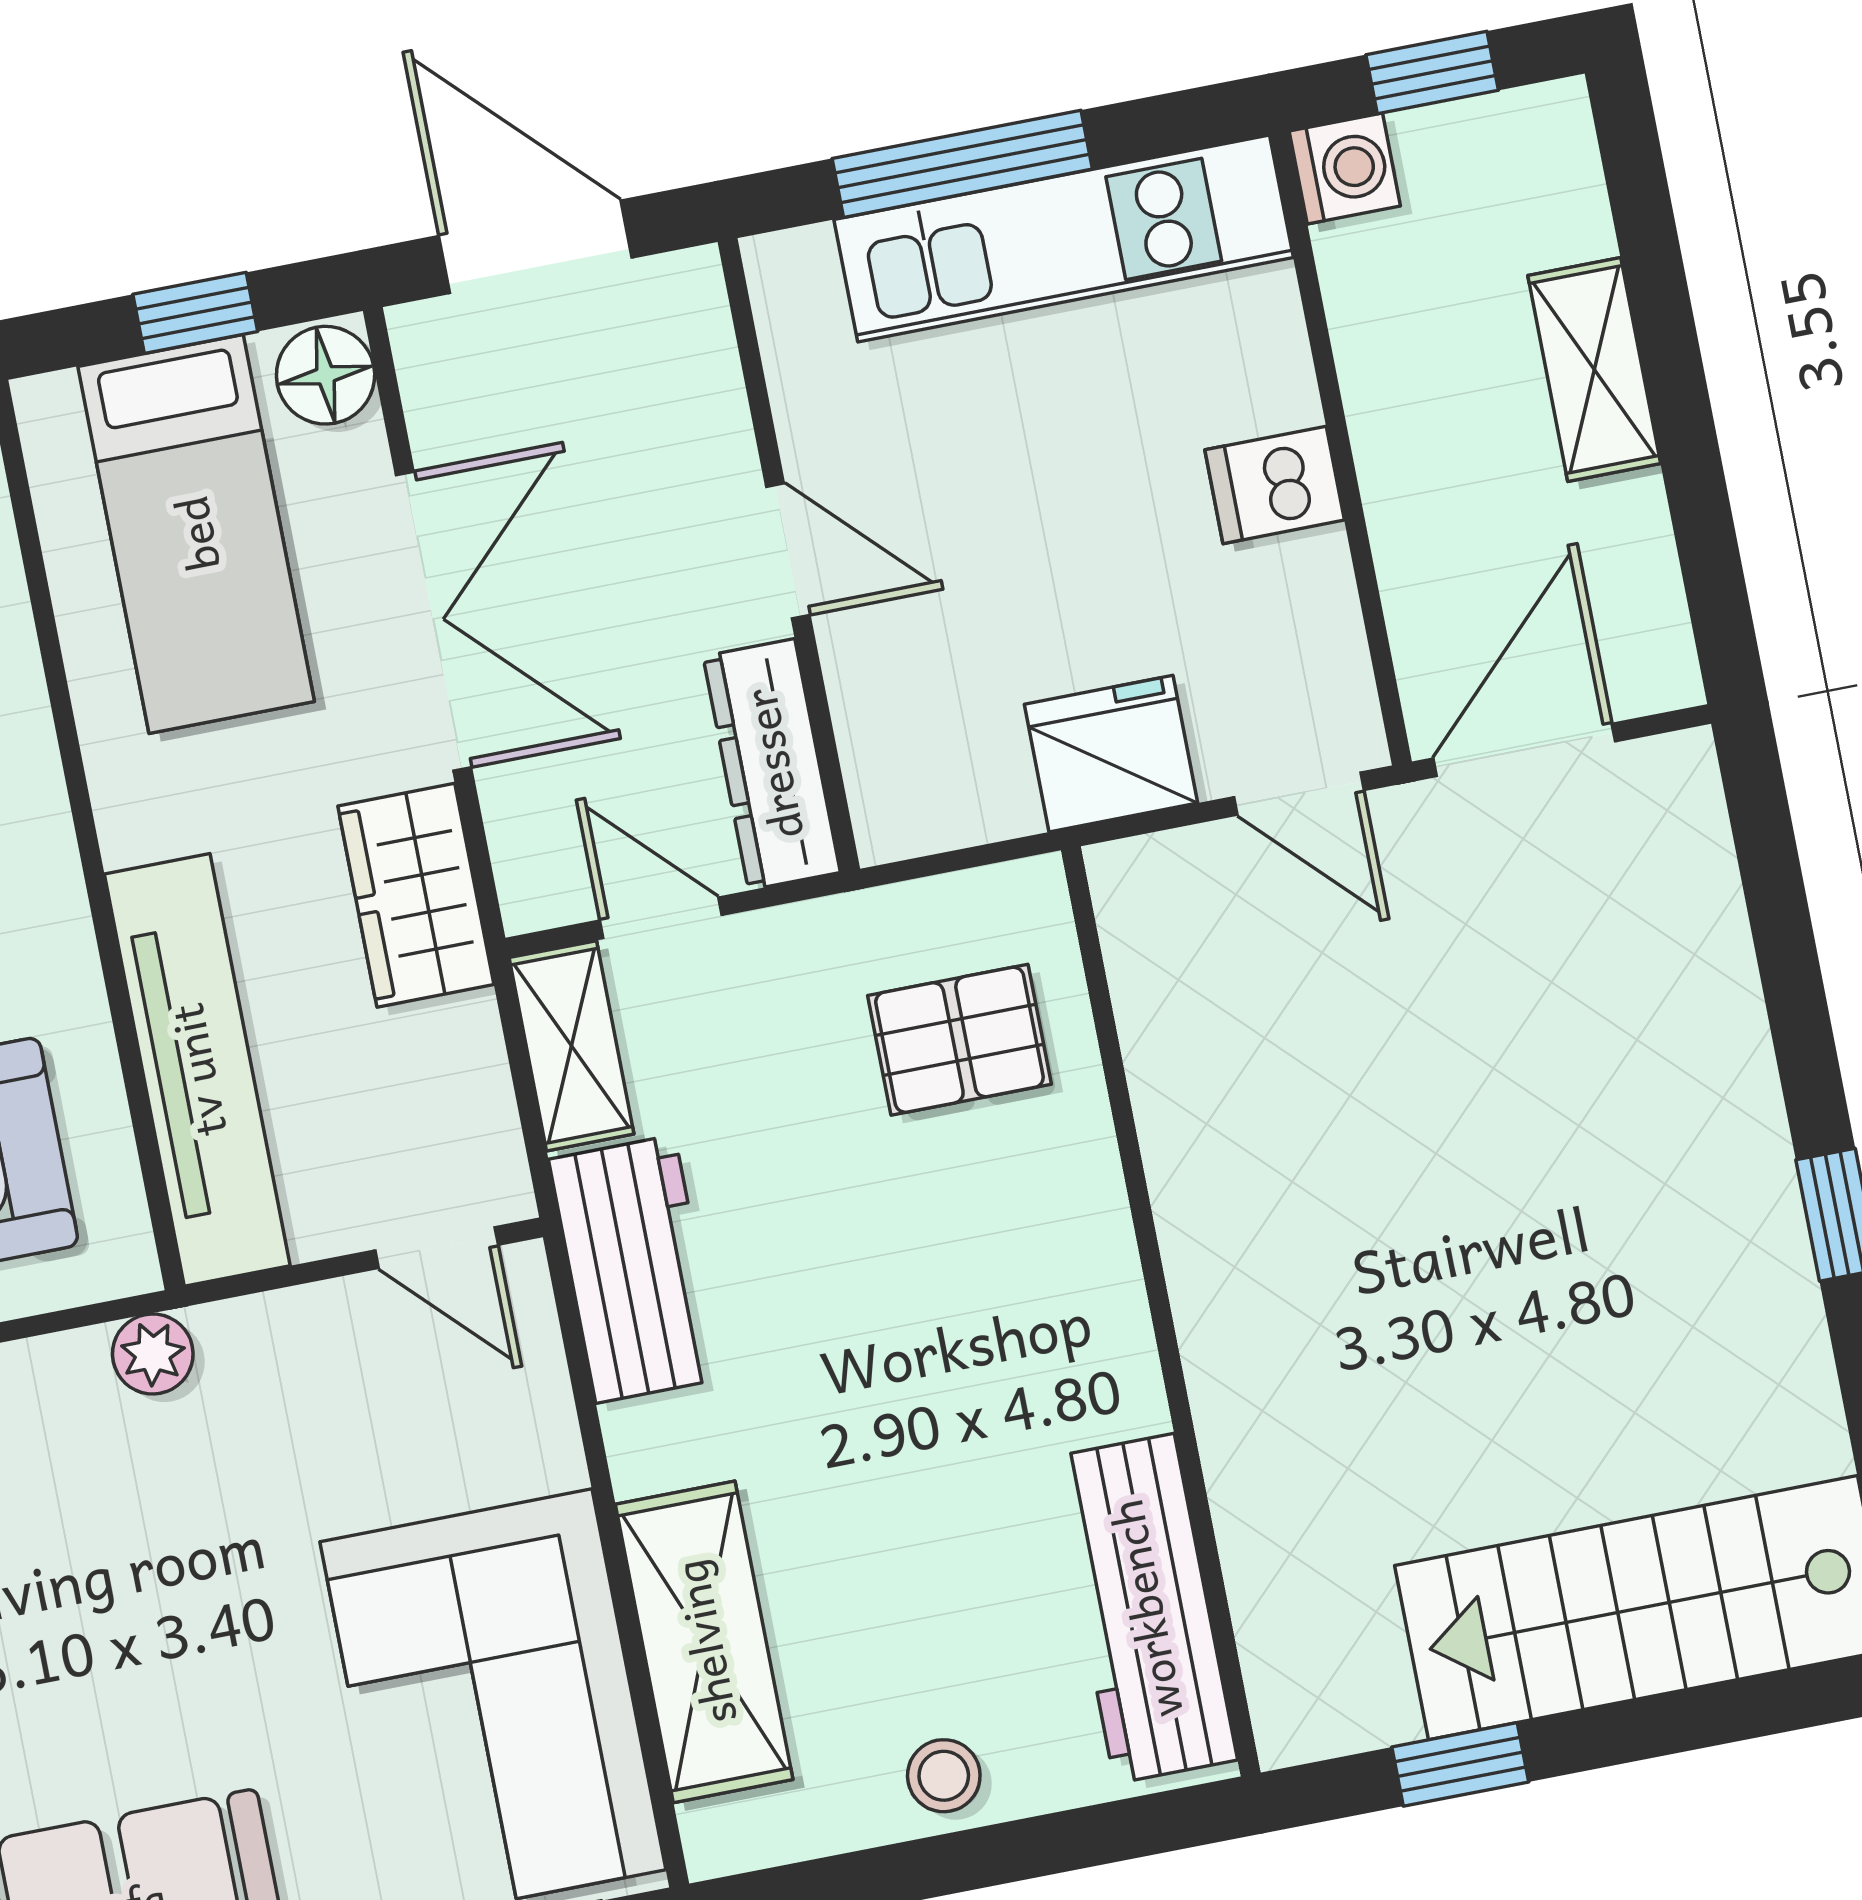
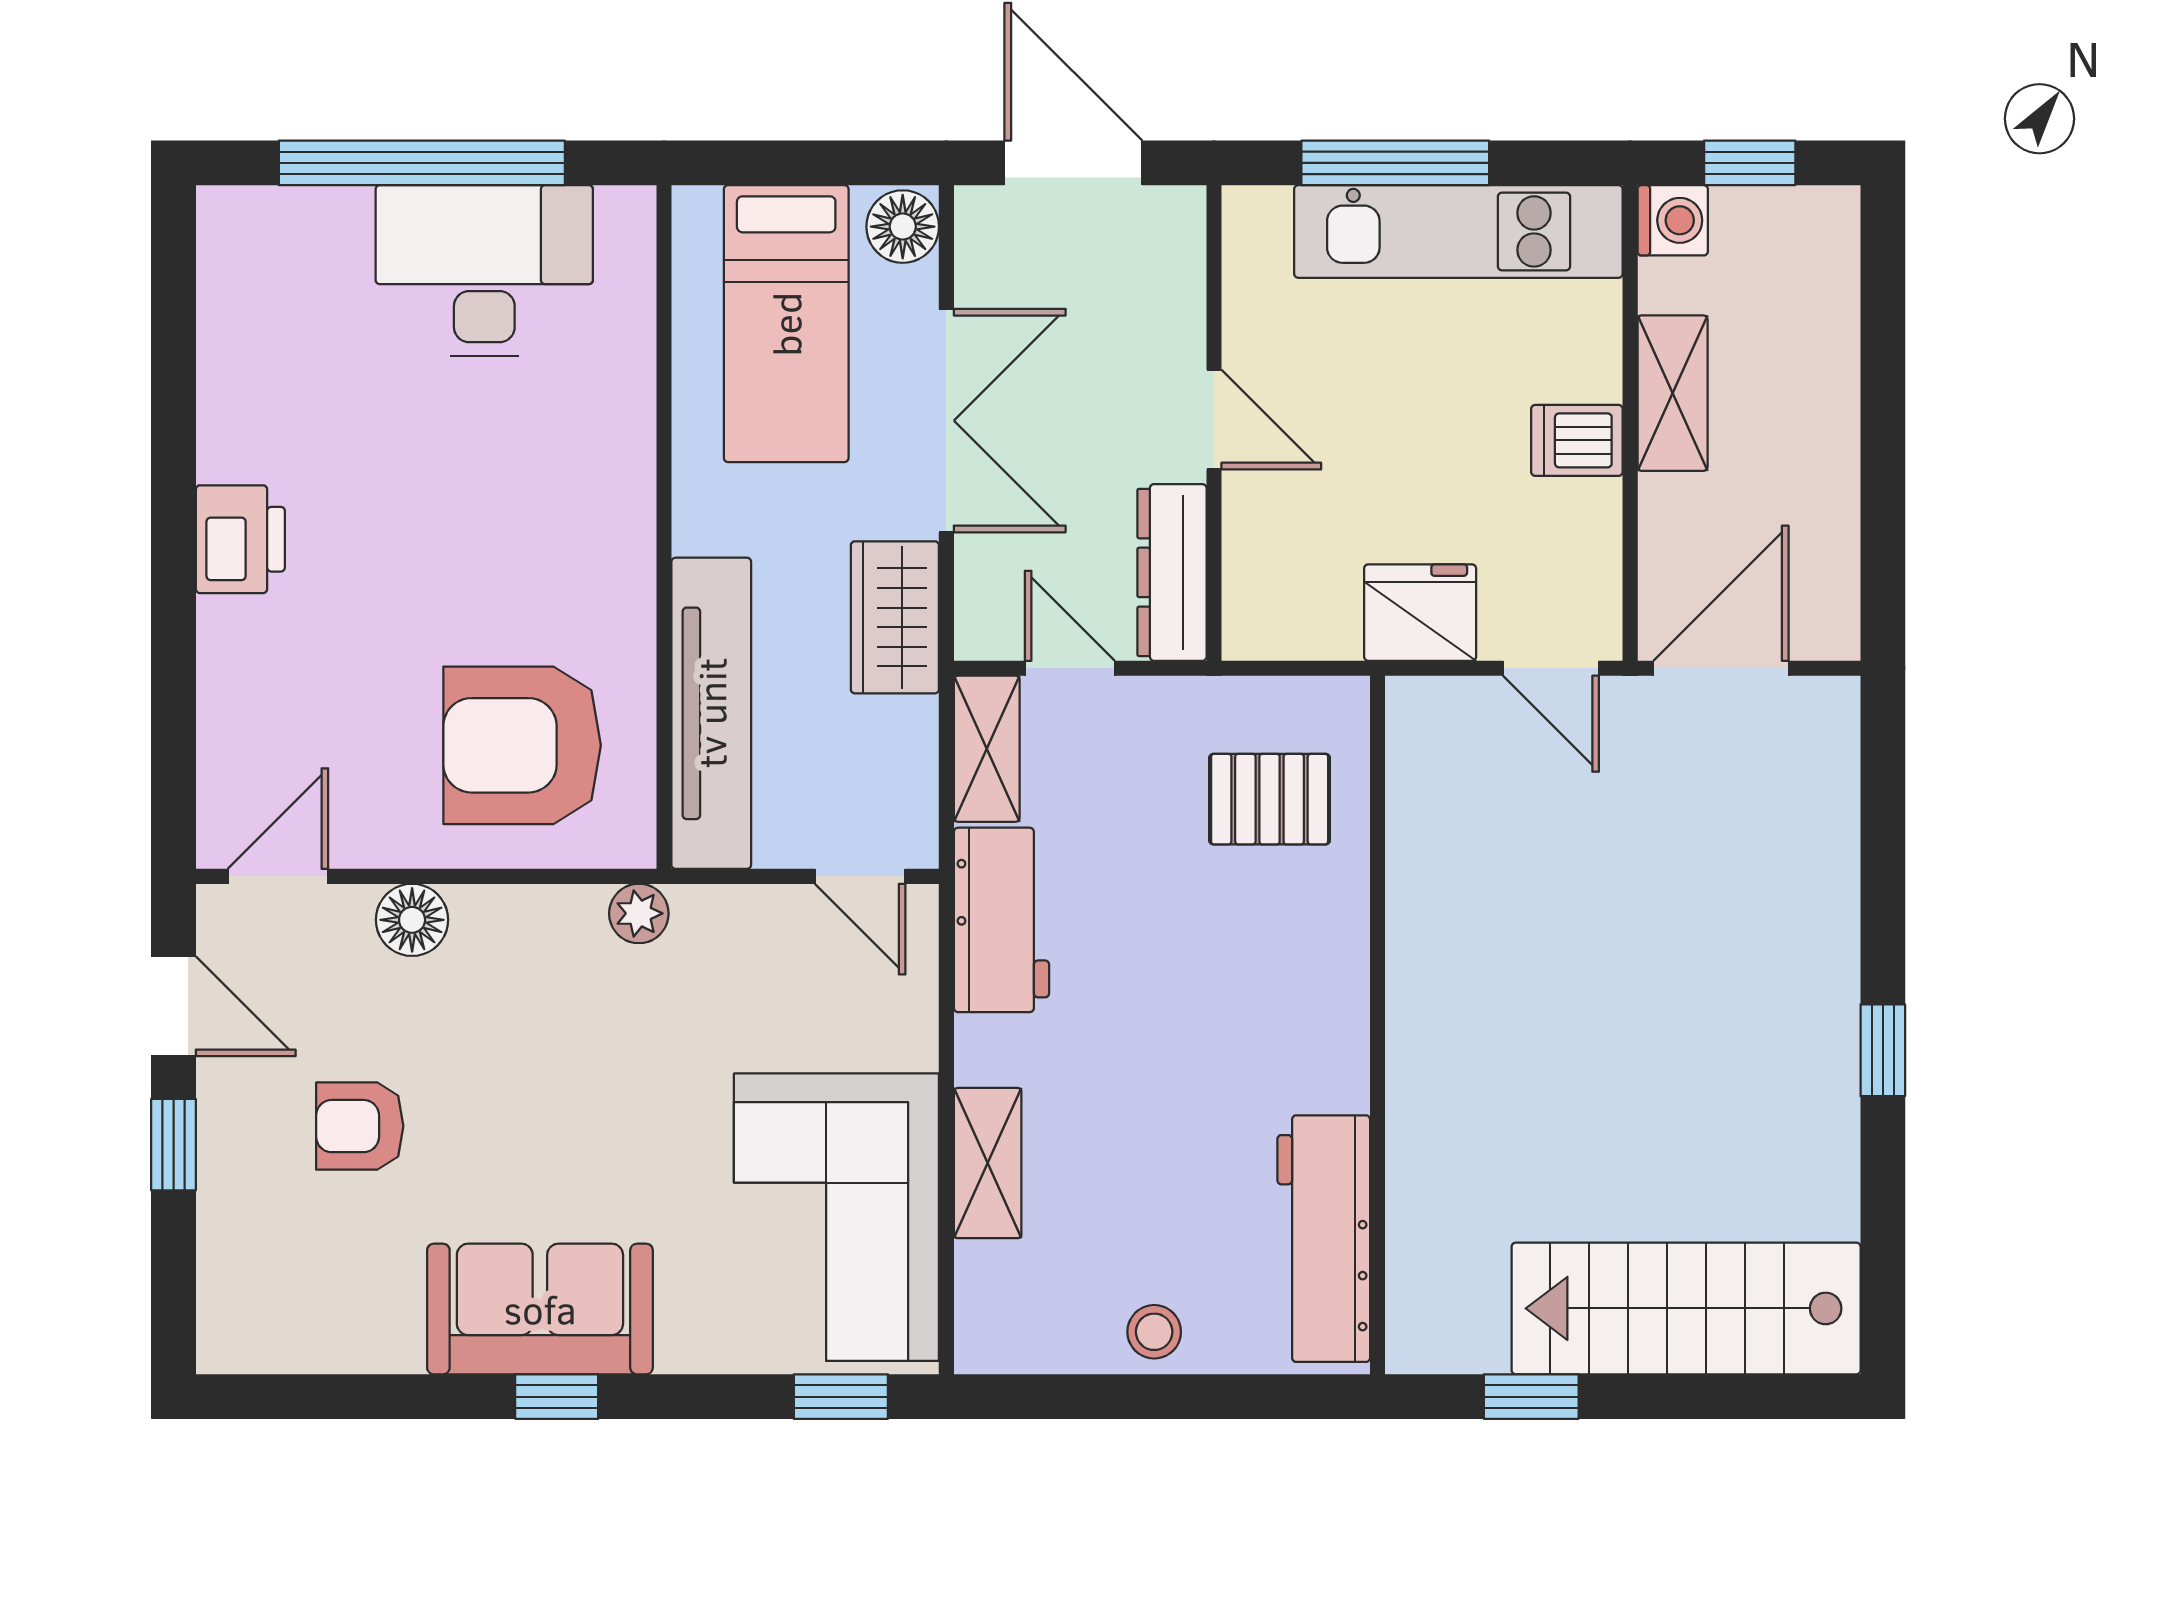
window: (195, 313) -> (817, 163), removed
shelving: (1594, 369) -> (1673, 393), moved
shelving: (704, 1642) -> (988, 1163), width x0.67, depth x0.75

